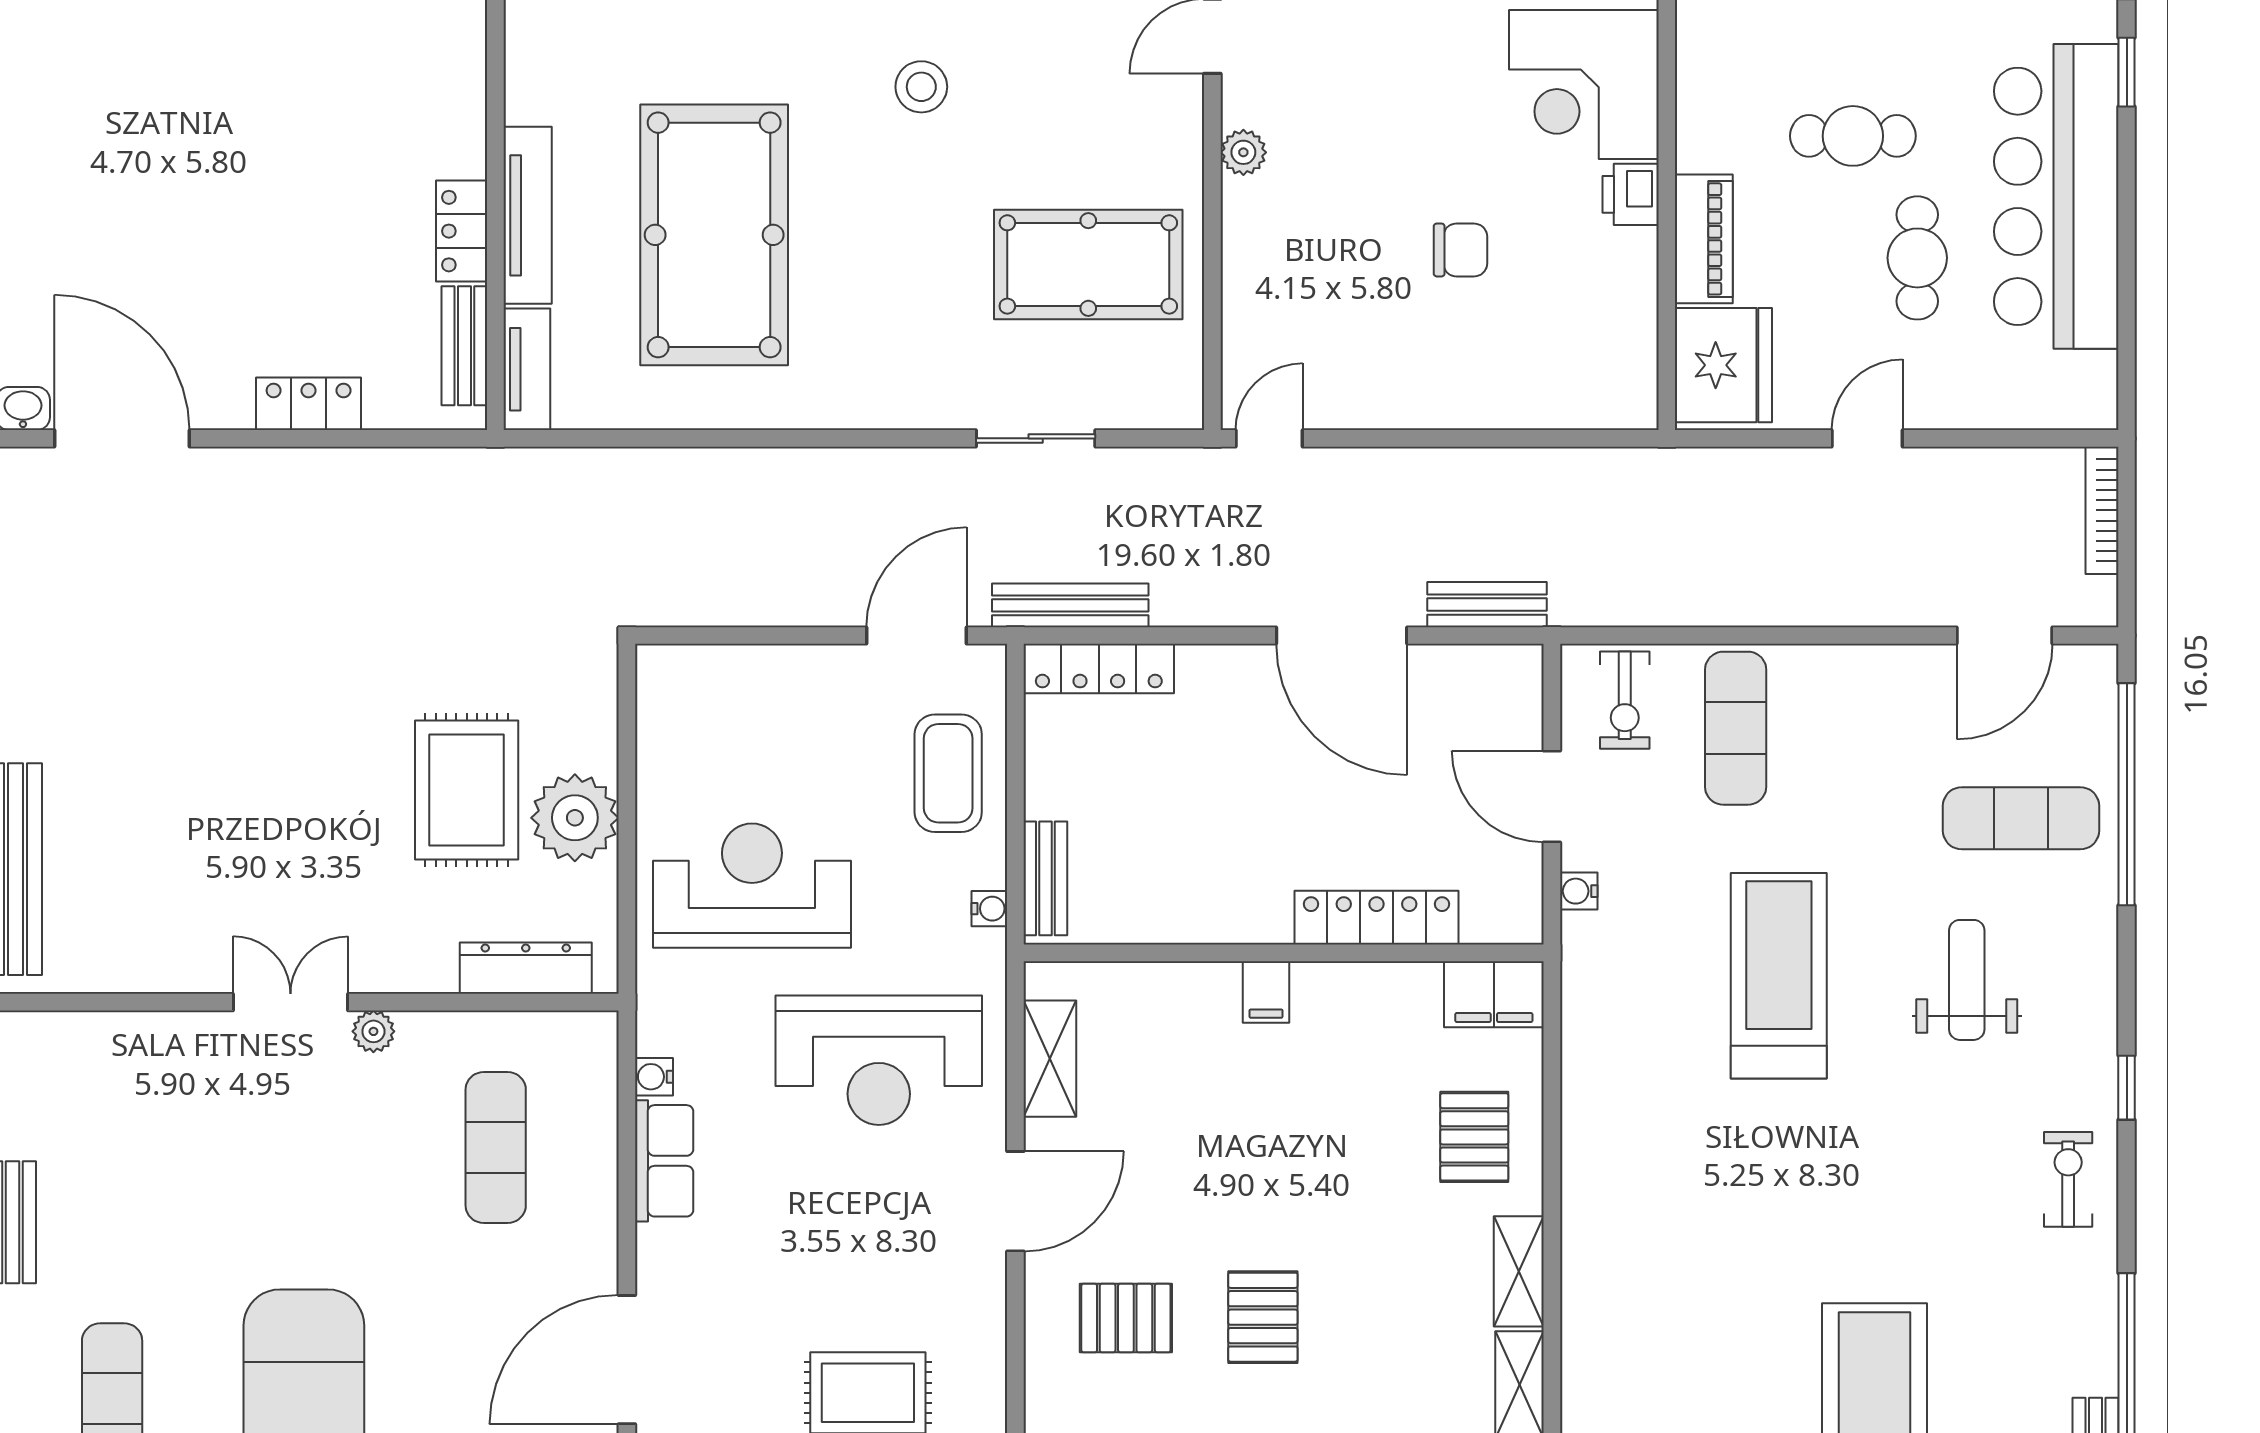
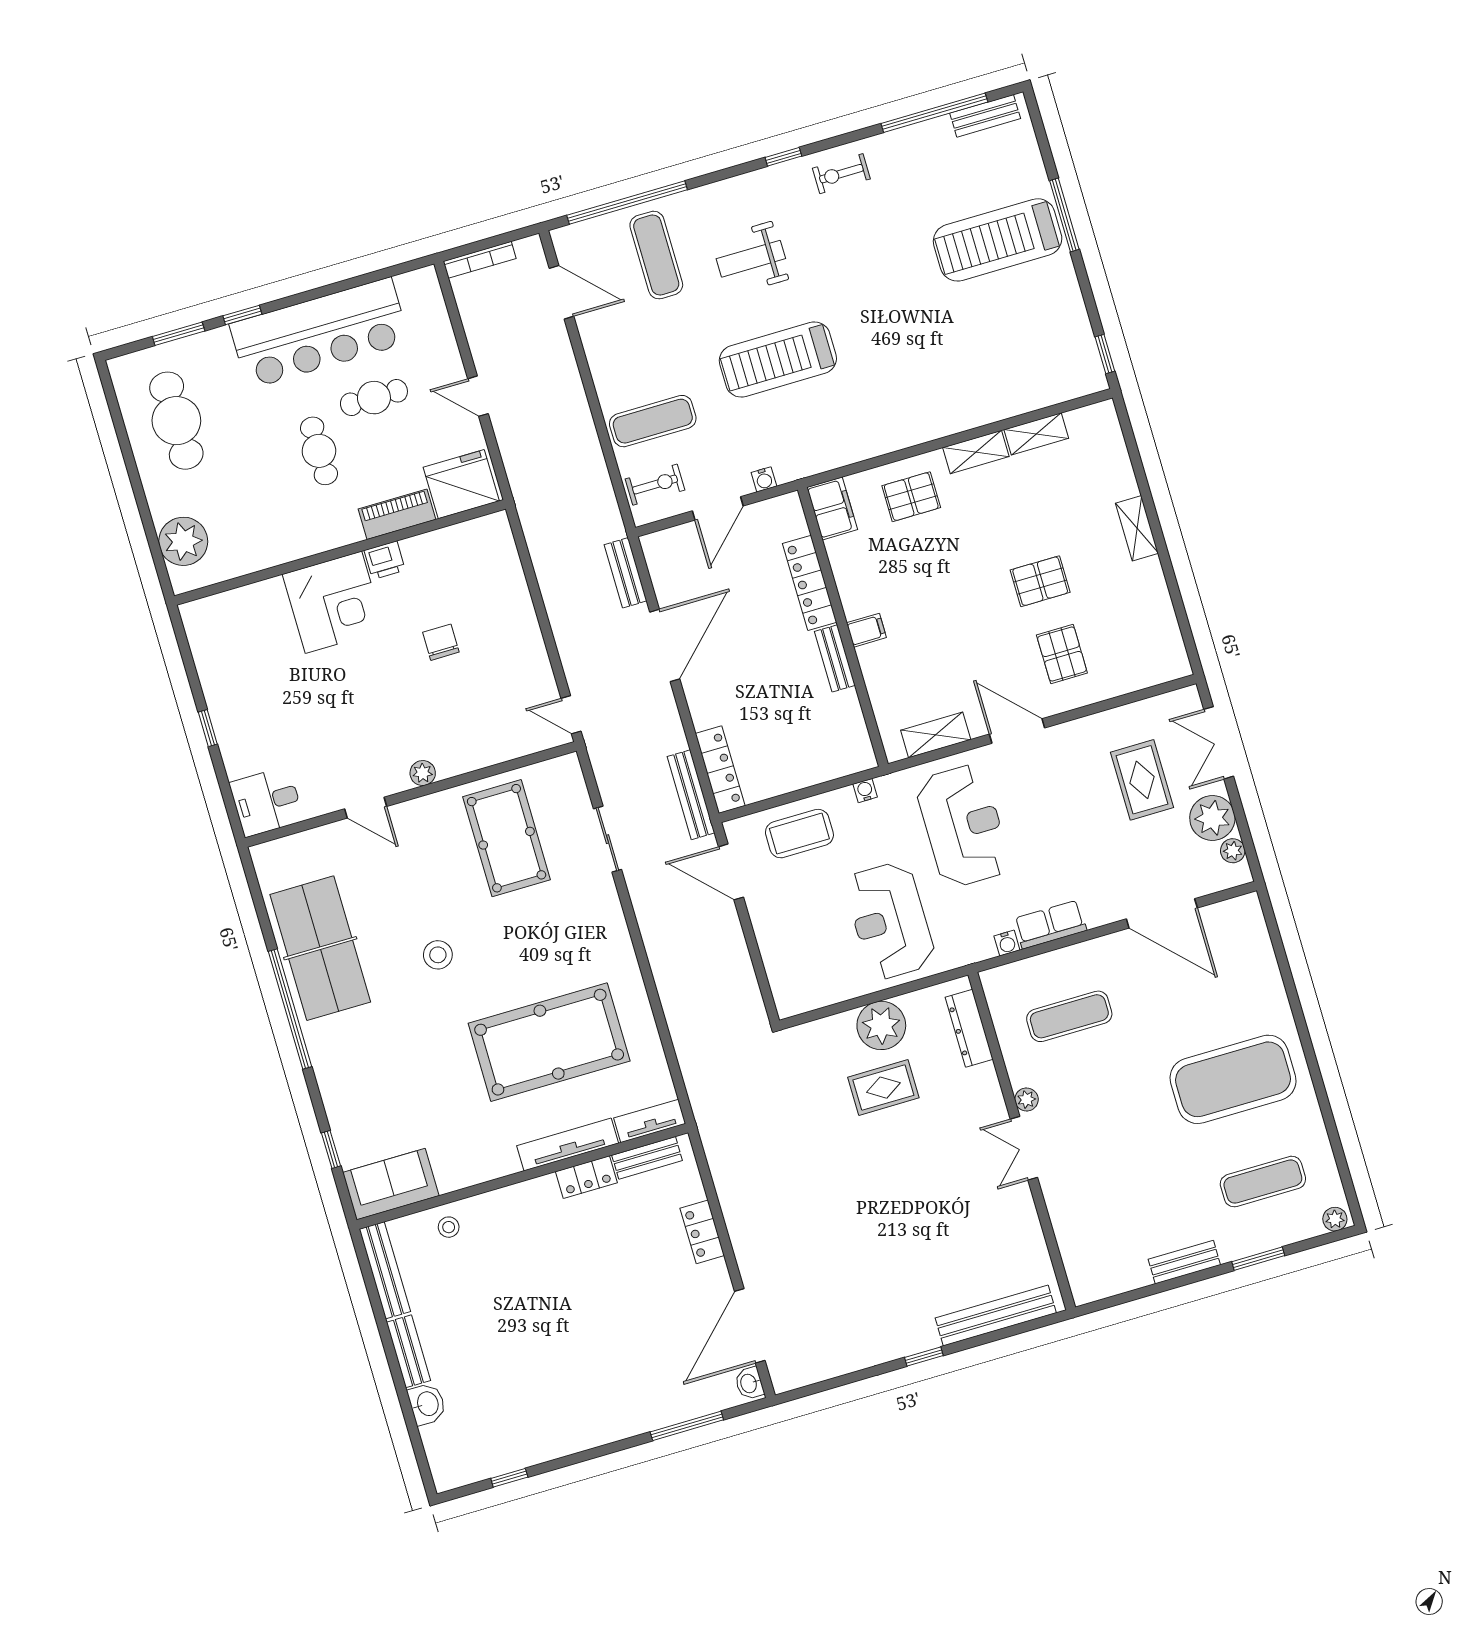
rug: (467, 790) -> (883, 1088), width x0.73, depth x0.70
bench: (1045, 878) -> (835, 658), moved, turned 90

